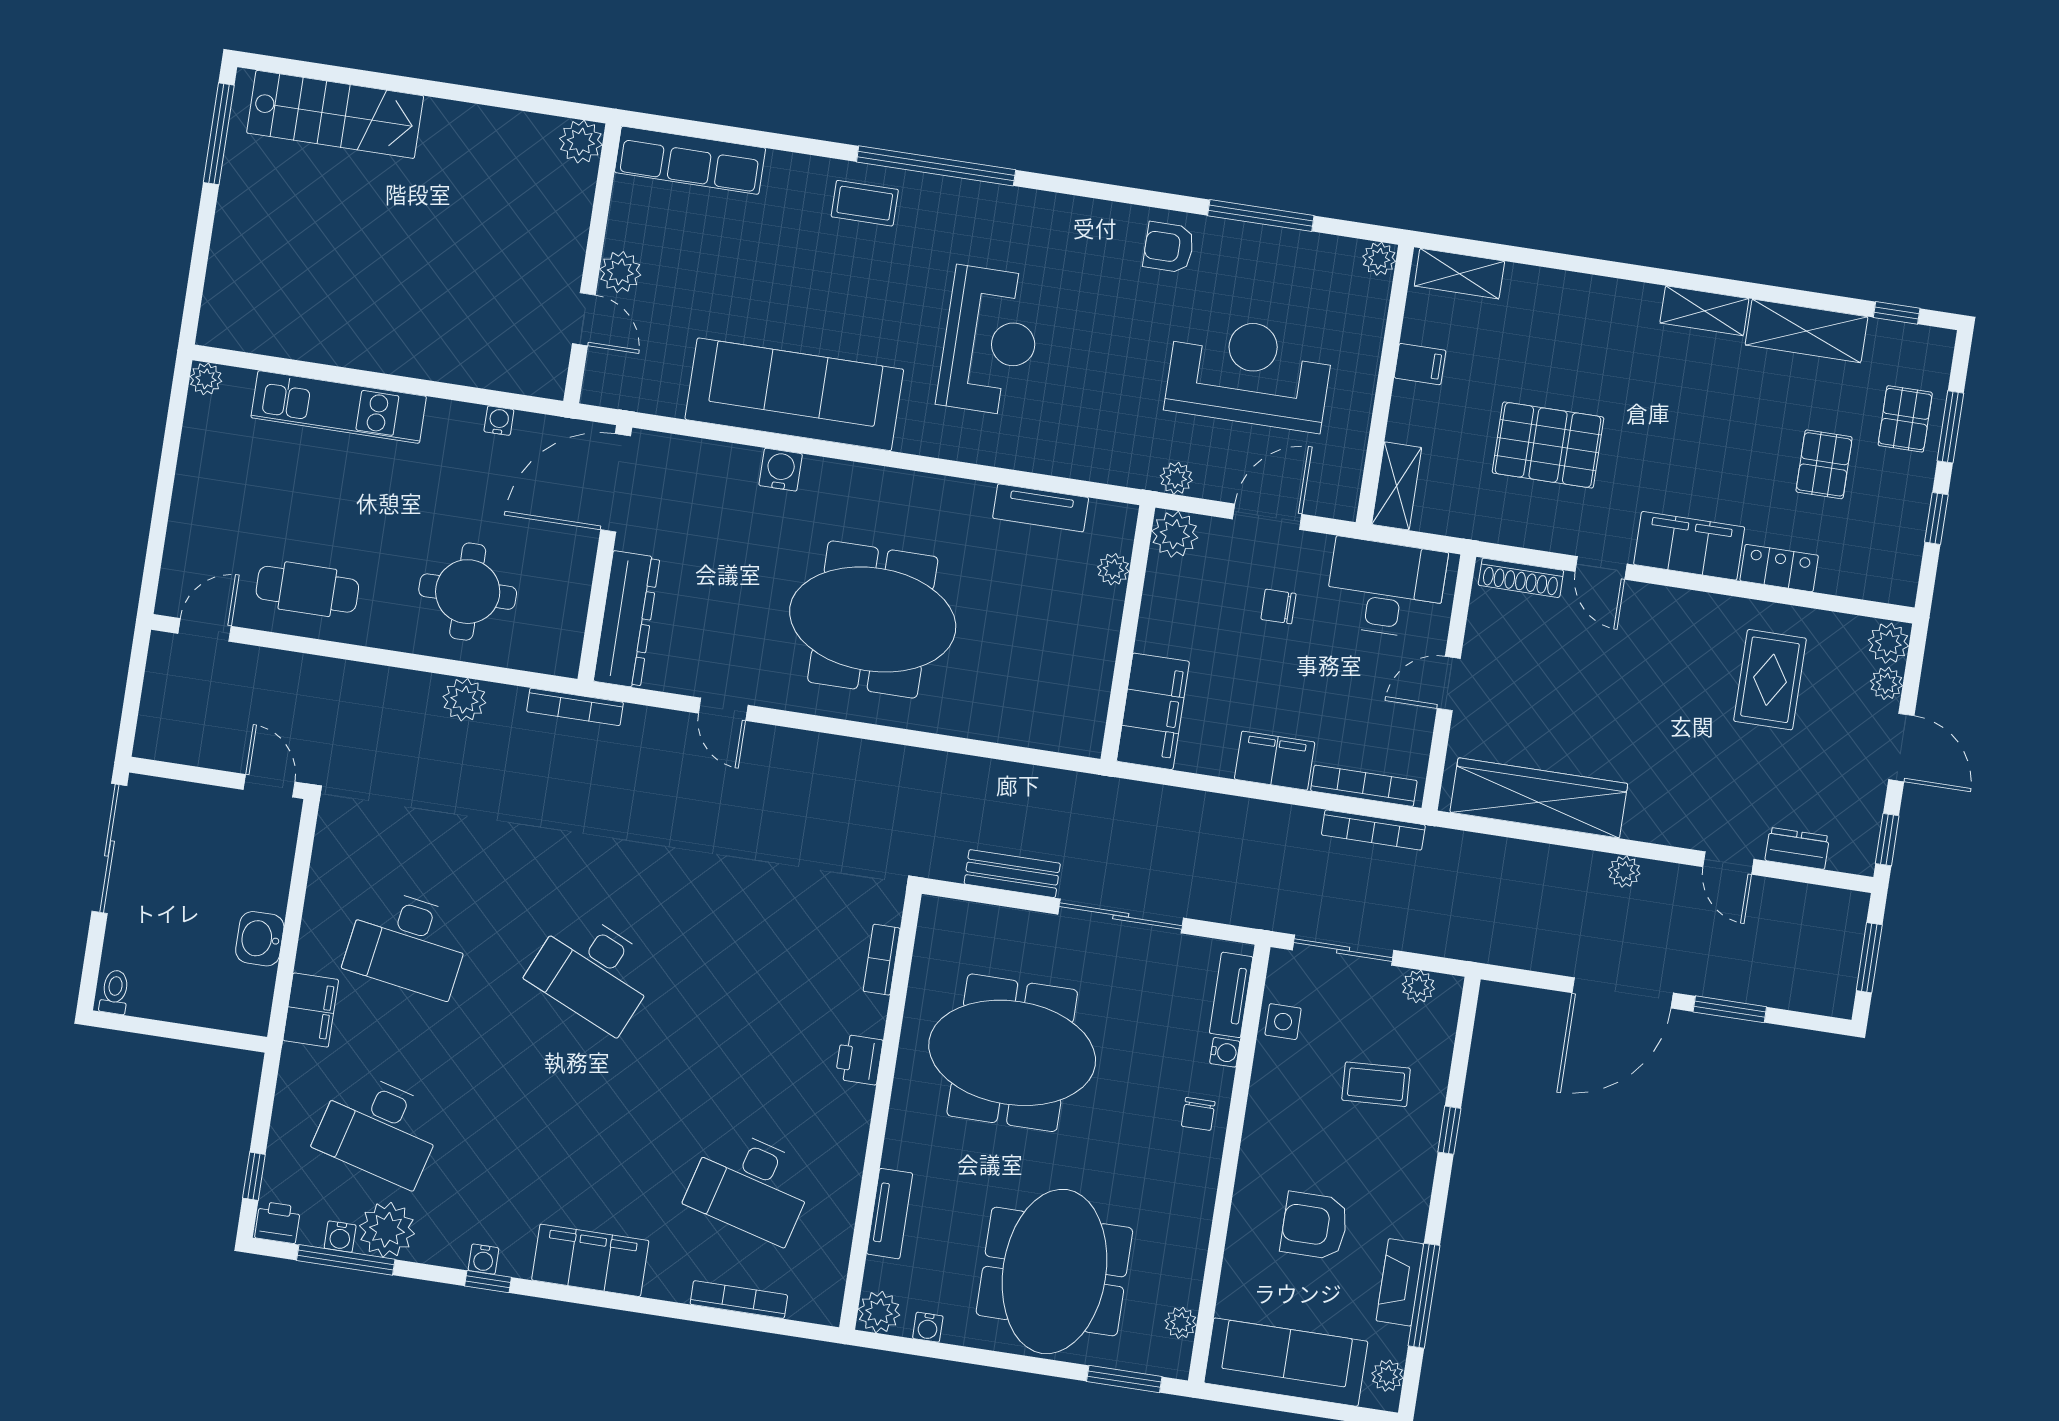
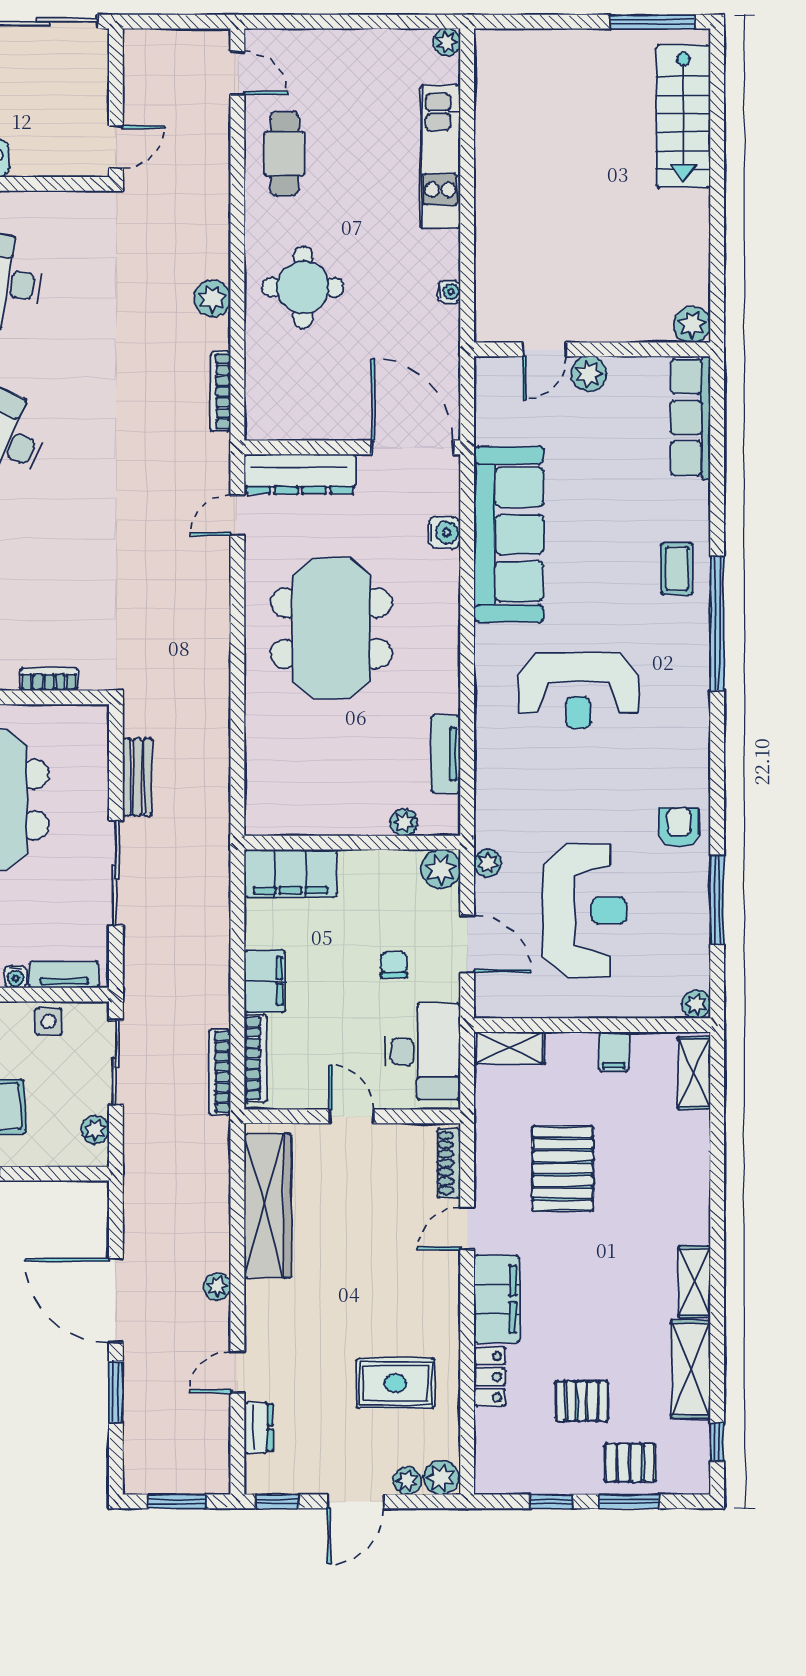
door: (616, 483) -> (412, 447), moved
wall: (605, 553) -> (352, 447), moved
dresser: (627, 619) -> (300, 474), moved

